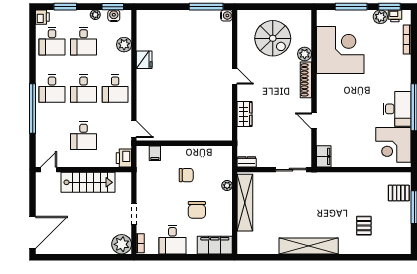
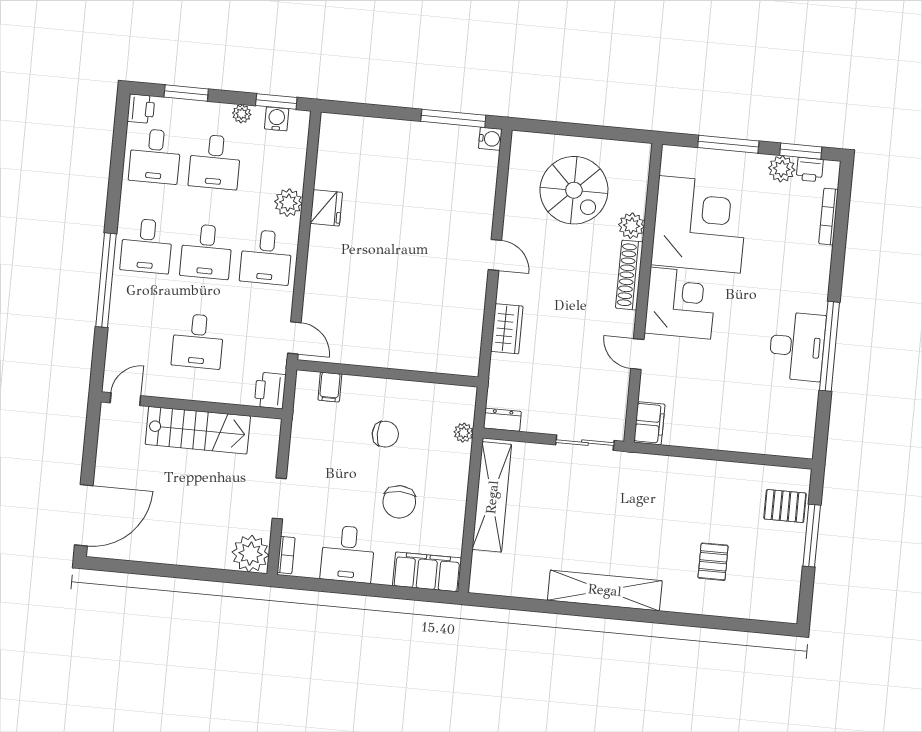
plant: (124, 45) -> (288, 203), moved
corner desk: (393, 145) -> (680, 303), moved, turned 180
plant: (227, 185) -> (464, 433), moved

